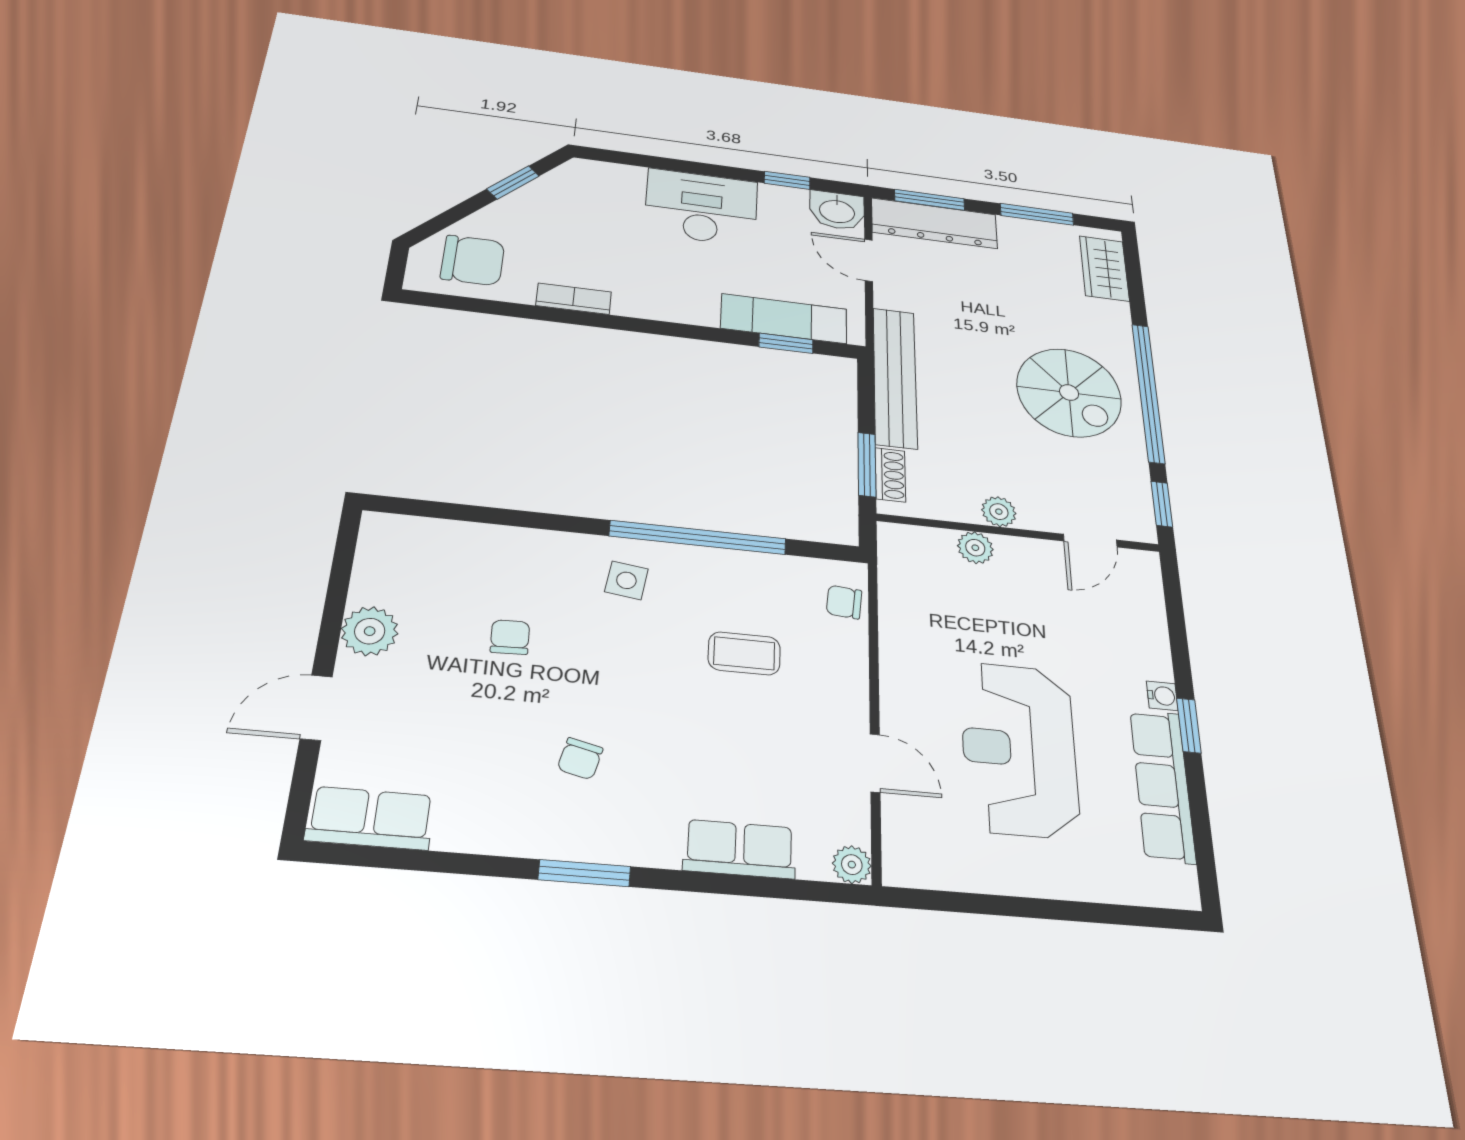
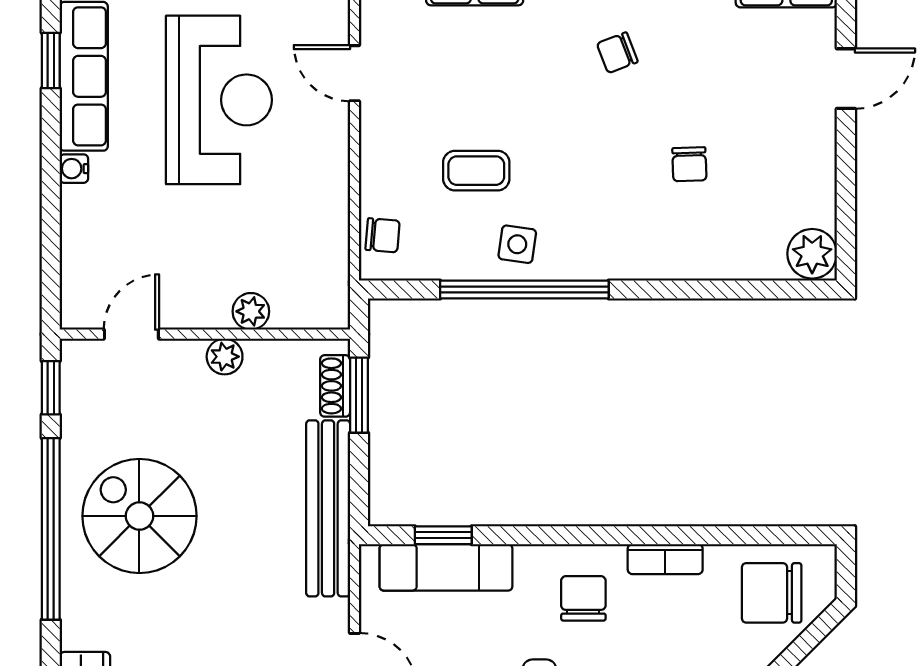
chair: (655, 279) -> (583, 598), added
side table: (626, 580) -> (517, 244), moved
plant: (370, 631) -> (812, 254), moved
window: (1189, 726) -> (51, 61), moved
chair: (580, 759) -> (617, 53), turned -125

